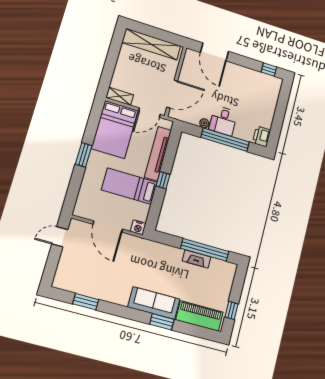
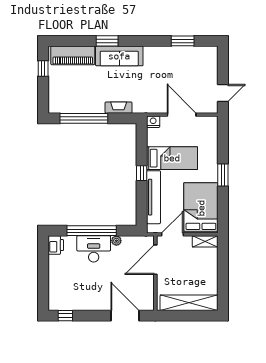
desk: (223, 121) -> (94, 249), width x1.37
fireplace: (197, 259) -> (119, 108), moved

